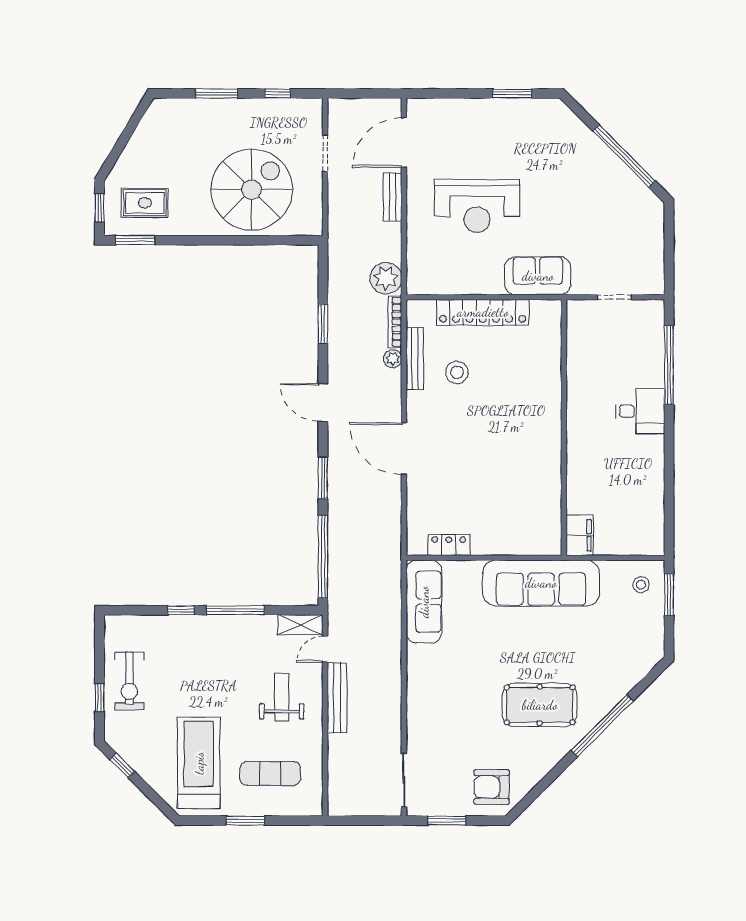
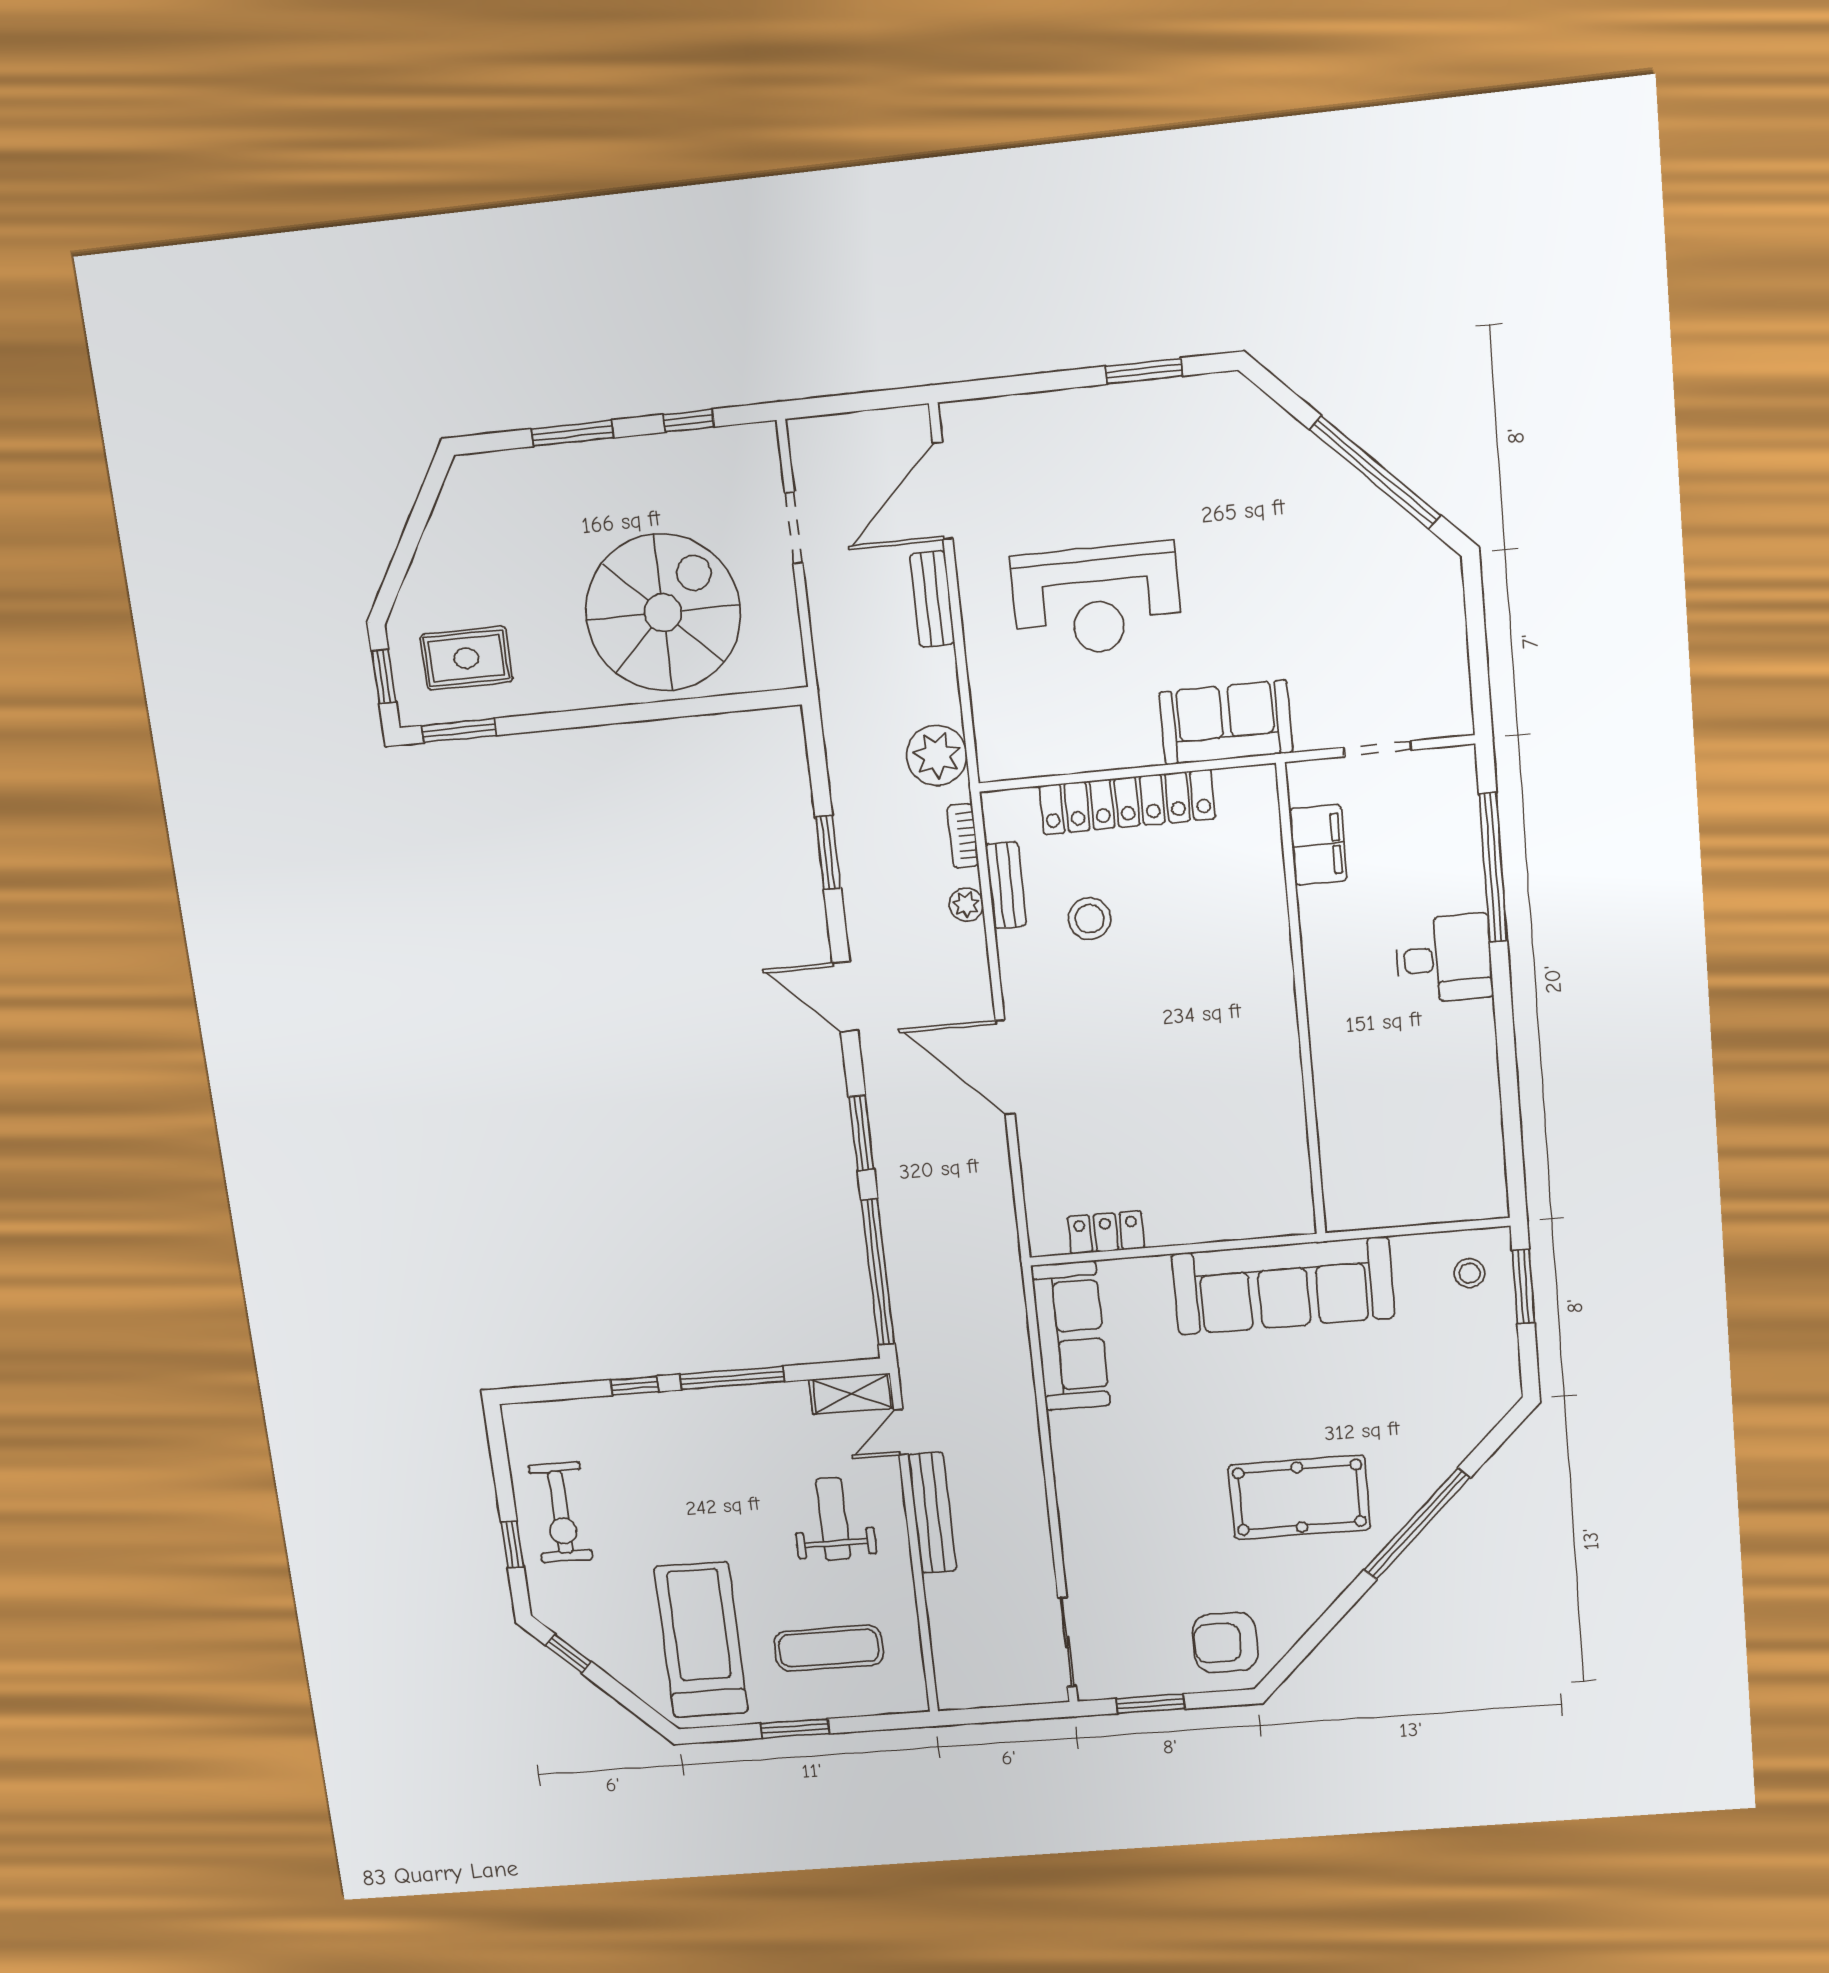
bookcase: (395, 322) -> (963, 836), width x0.64
bench: (415, 359) -> (1006, 885), width x0.73
filing cabinet: (580, 535) -> (1318, 845), moved

